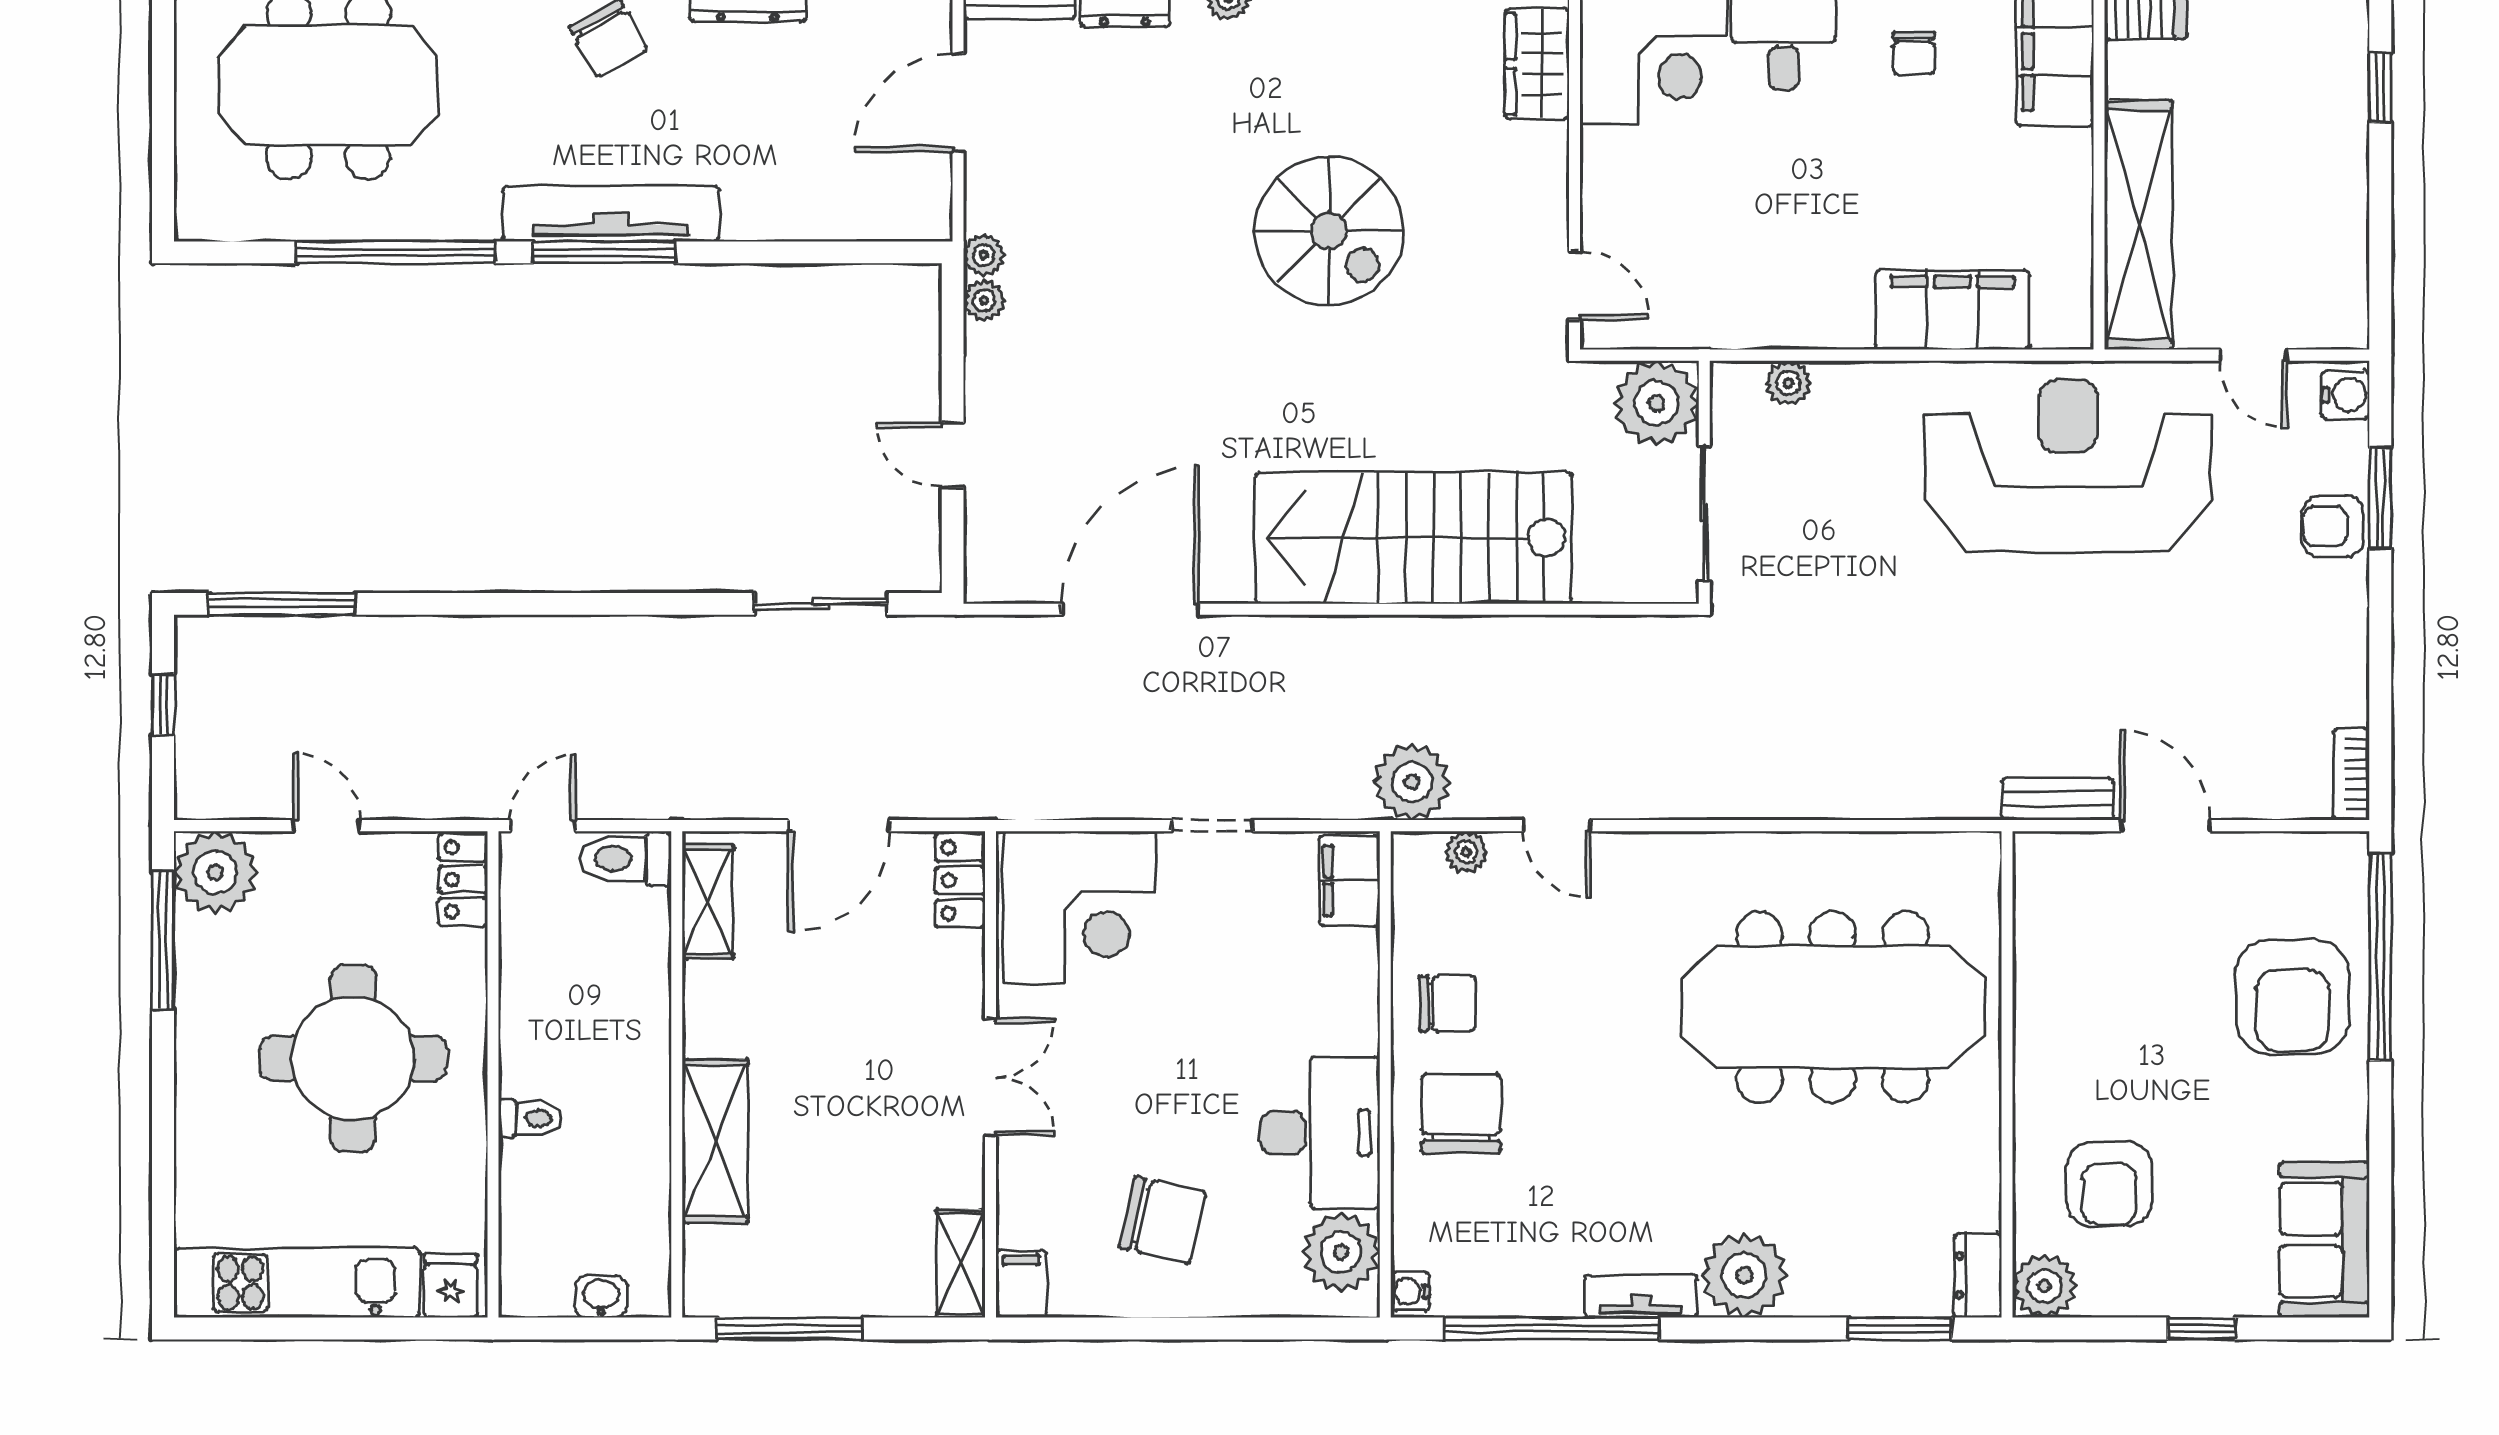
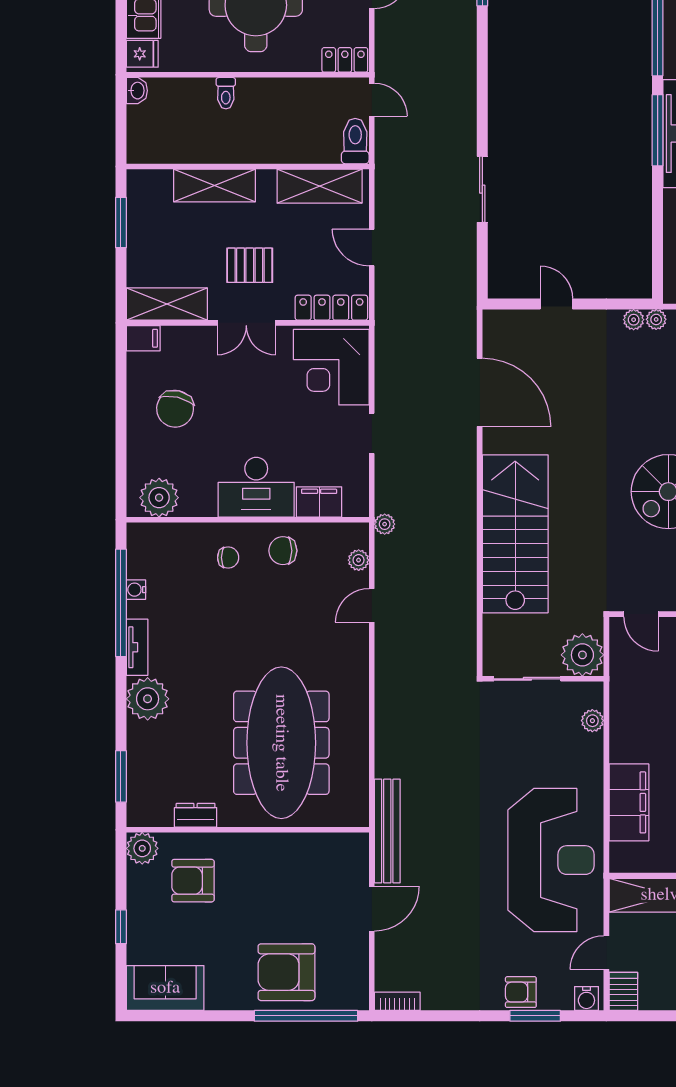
door: (1574, 285) -> (641, 614), hinge flipped
server rack: (2331, 321) -> (623, 991), added
door: (953, 455) -> (556, 304), hinge flipped
armchair: (2333, 527) -> (521, 992), turned -90
sliding door: (821, 604) -> (482, 189), moved
plant: (1412, 782) -> (385, 524), width x0.53, depth x0.53
bench: (2058, 799) -> (387, 831), width x1.86, depth x1.21
door: (839, 826) -> (372, 247), width x0.73
locker: (960, 880) -> (331, 308), width x1.53
filing cabinet: (1349, 881) -> (319, 502), moved
shelving: (708, 902) -> (320, 186), width x1.50, depth x1.33
chair: (1447, 1004) -> (283, 551), turned 90
pallet: (875, 1070) -> (250, 265), added
chair: (1461, 1114) -> (228, 558), width x0.54, depth x0.54
desk: (1320, 1133) -> (256, 487), moved
shelving: (961, 1264) -> (167, 304), width x1.50, depth x1.33
dresser: (1978, 1275) -> (196, 815), moved
water cooler: (1410, 1291) -> (136, 590), moved, turned -90
washbasin: (601, 1297) -> (137, 91), moved
window: (789, 1329) -> (121, 223), width x0.69

